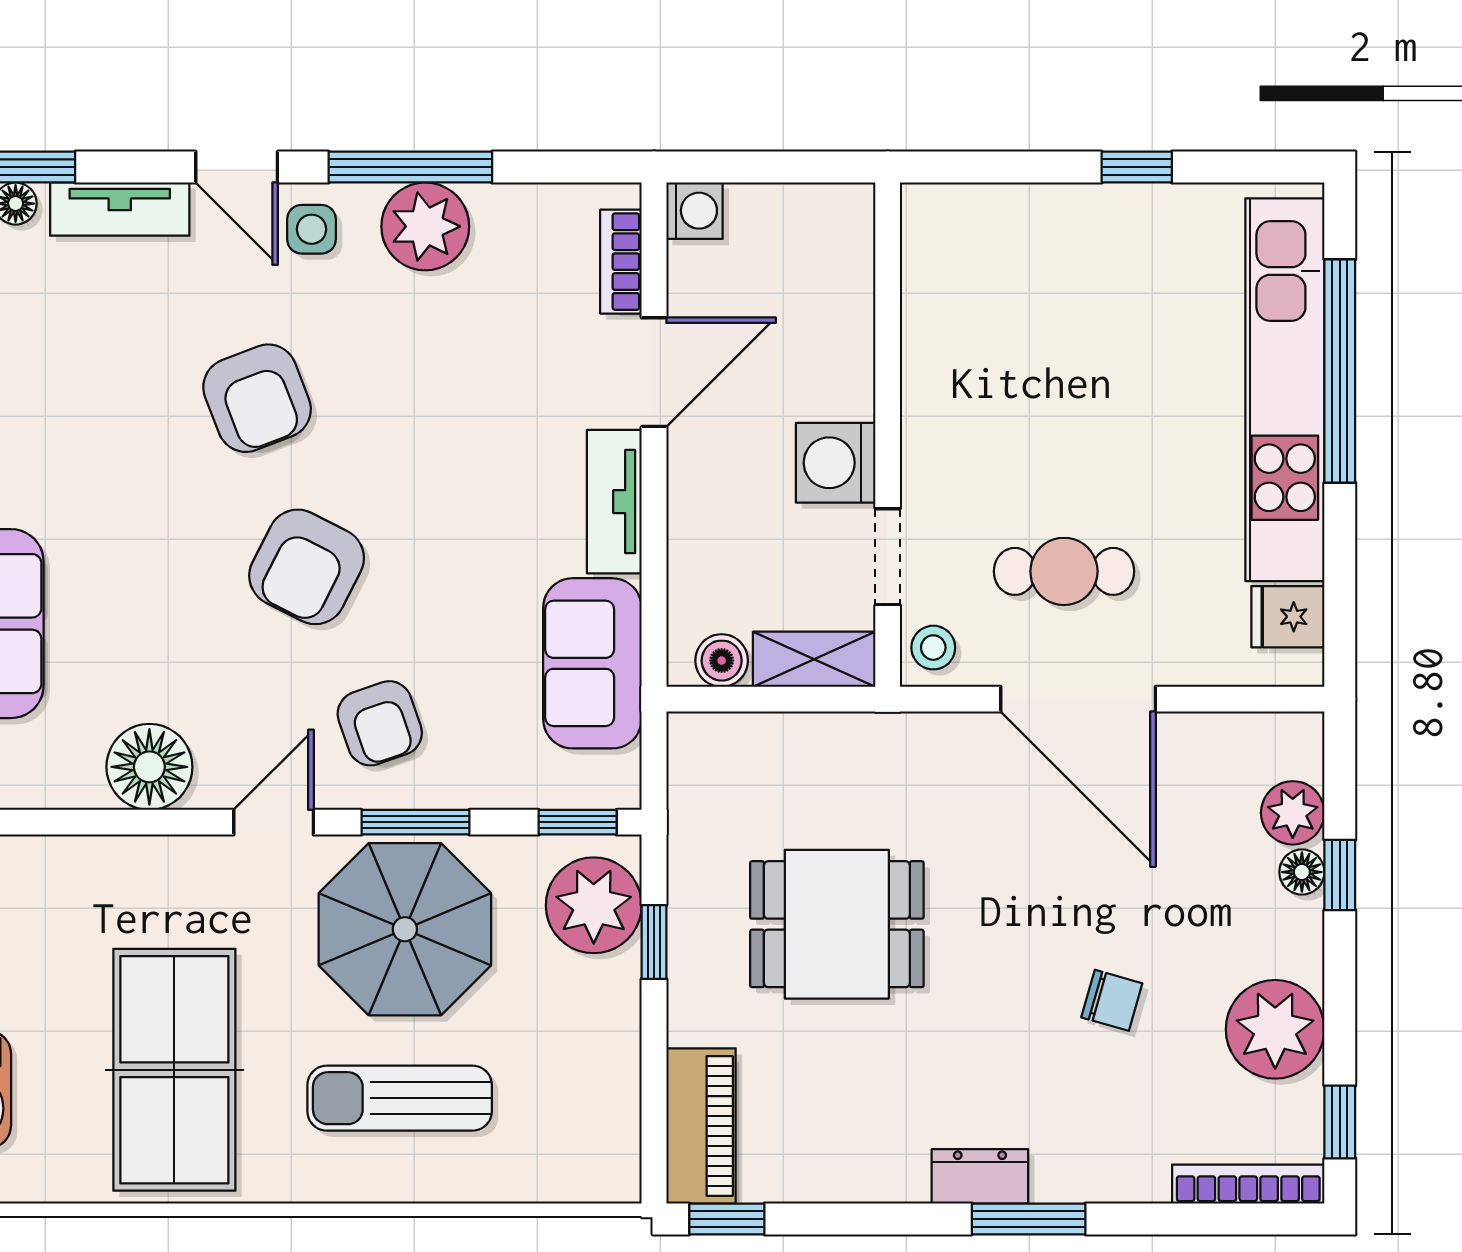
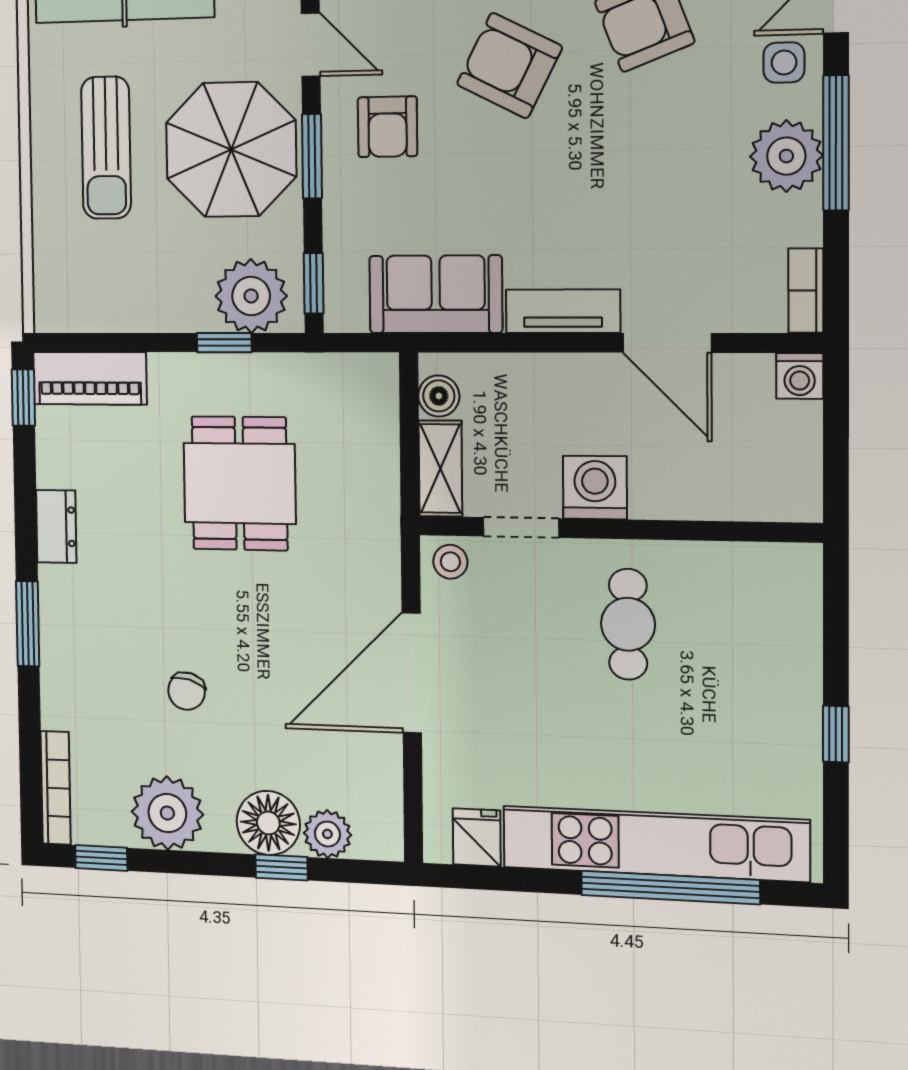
bookcase: (621, 262) -> (806, 291), moved, turned -90
cafe table: (1064, 571) -> (628, 624), moved
armchair: (380, 723) -> (388, 127), turned -71
floor lamp: (1302, 872) -> (268, 823), width x1.89, depth x1.89
sun lounger: (400, 1098) -> (106, 148), turned 180
dresser: (980, 1176) -> (56, 526), moved

